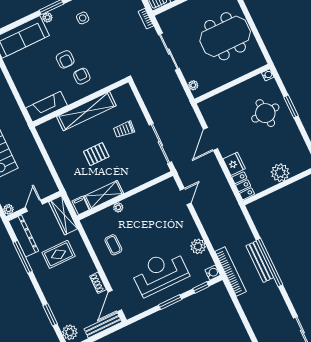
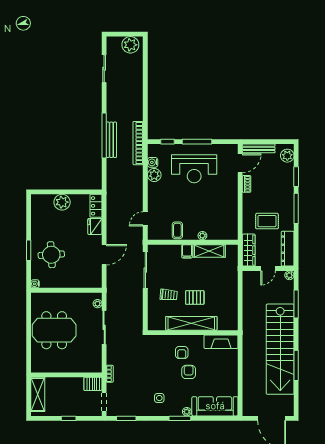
sliding door: (169, 52) -> (104, 327), moved
pallet: (96, 154) -> (195, 298), moved
filing cabinet: (81, 205) -> (187, 251), moved
coffee table: (113, 245) -> (177, 230), moved
window: (23, 257) -> (296, 208), moved
water cooler: (213, 273) -> (153, 162), moved
window: (170, 302) -> (197, 142), width x1.44

